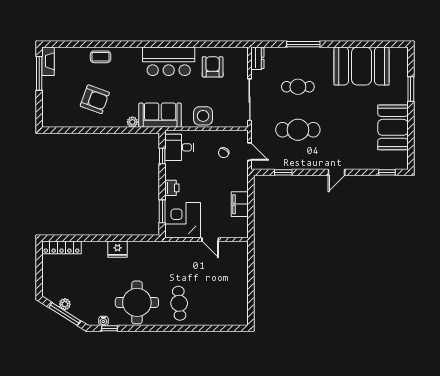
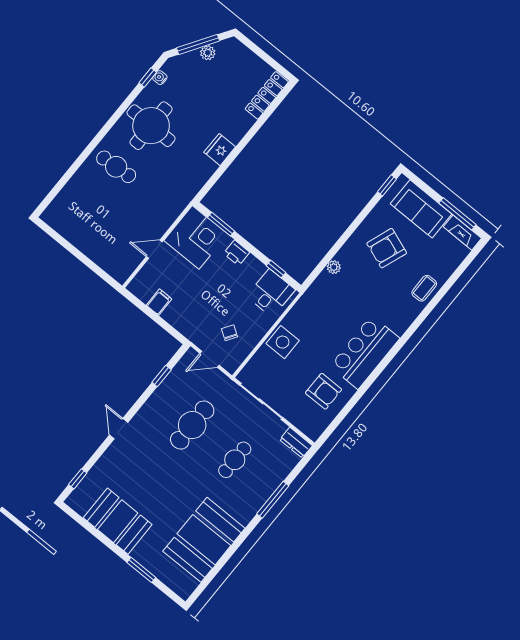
sofa: (160, 115) -> (421, 209), moved, turned 90
window: (57, 130) -> (387, 185), added
filing cabinet: (240, 204) -> (159, 302), width x0.50

